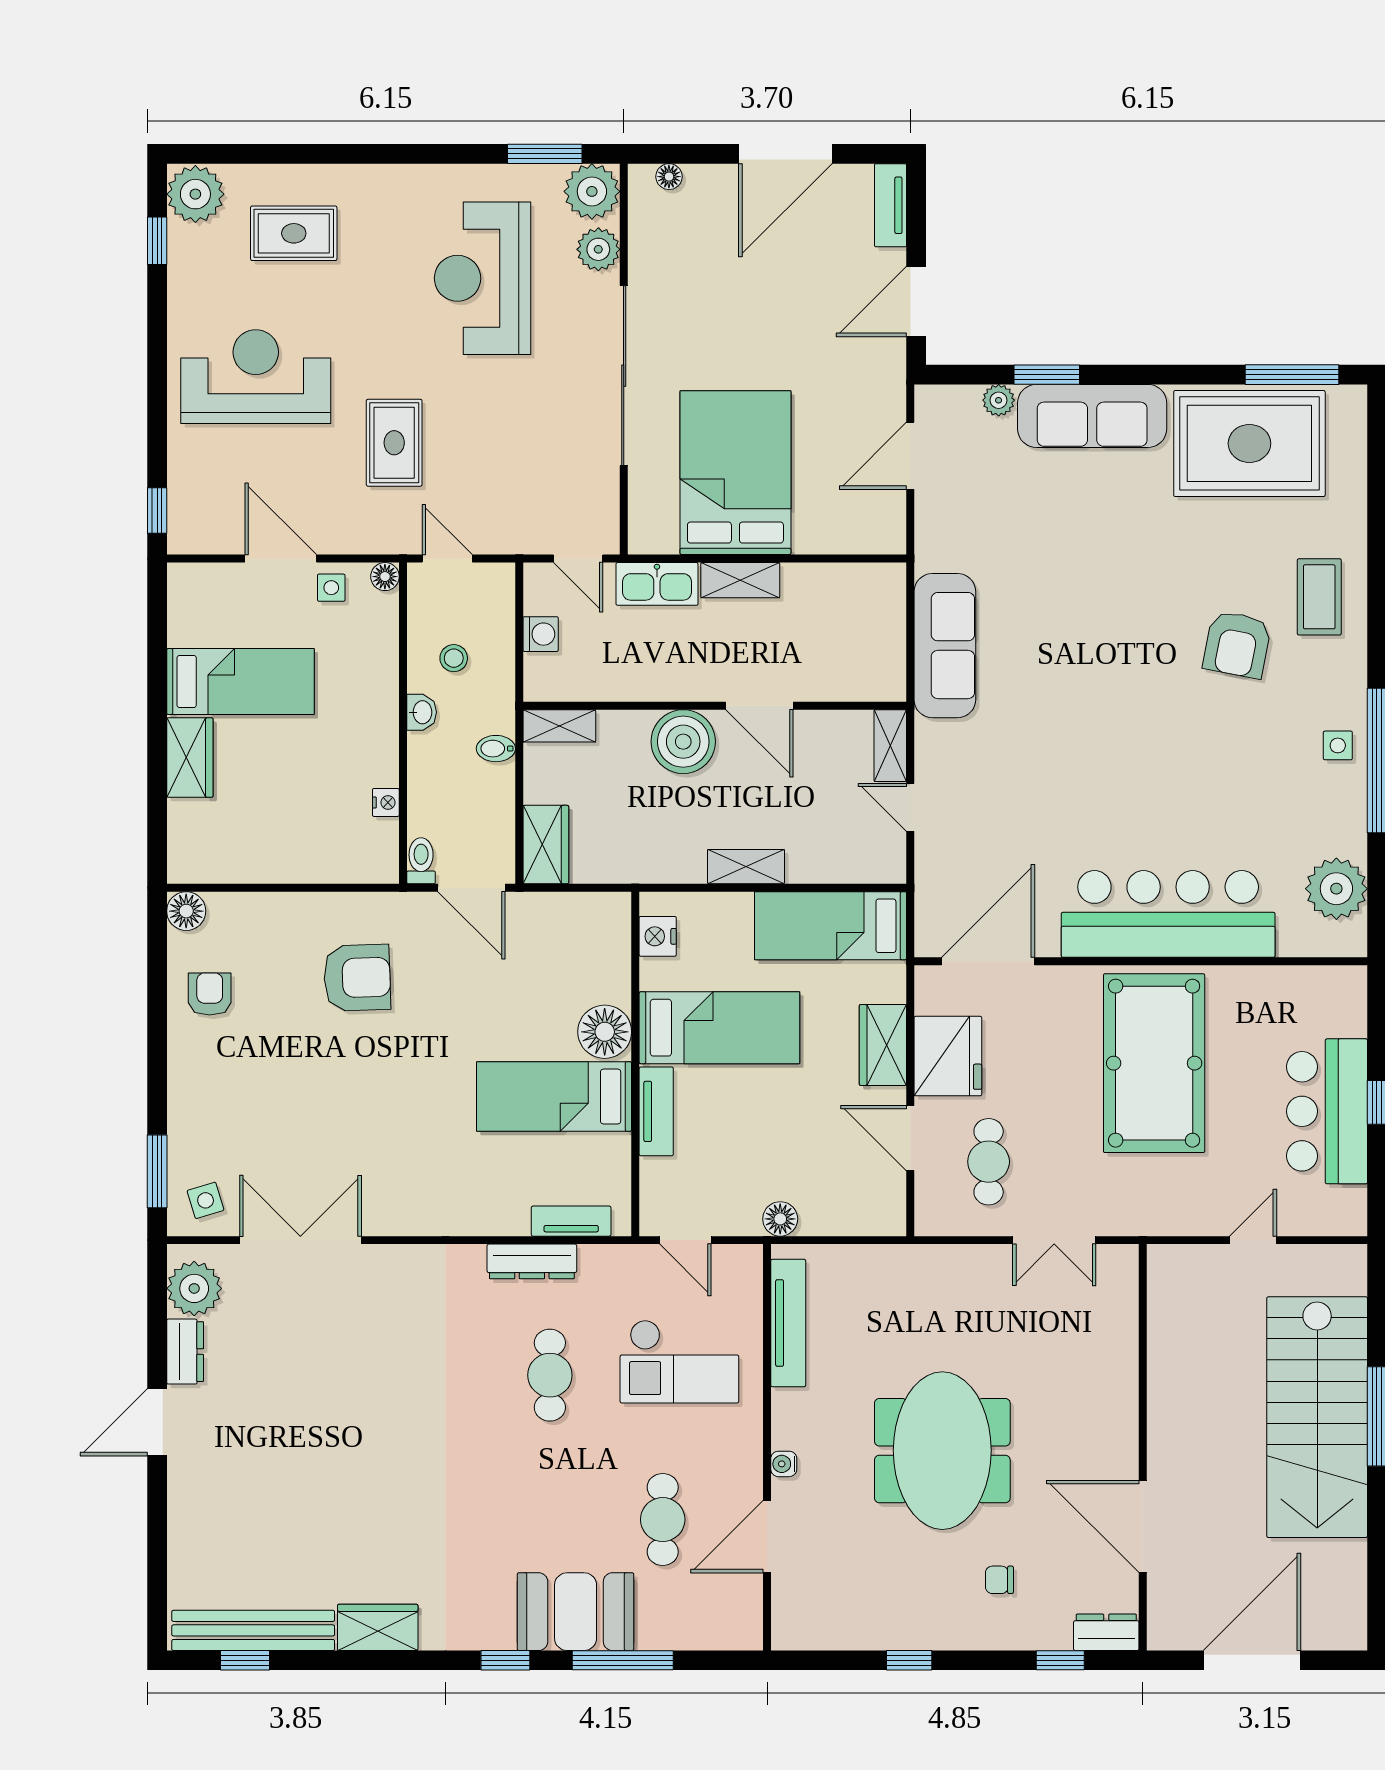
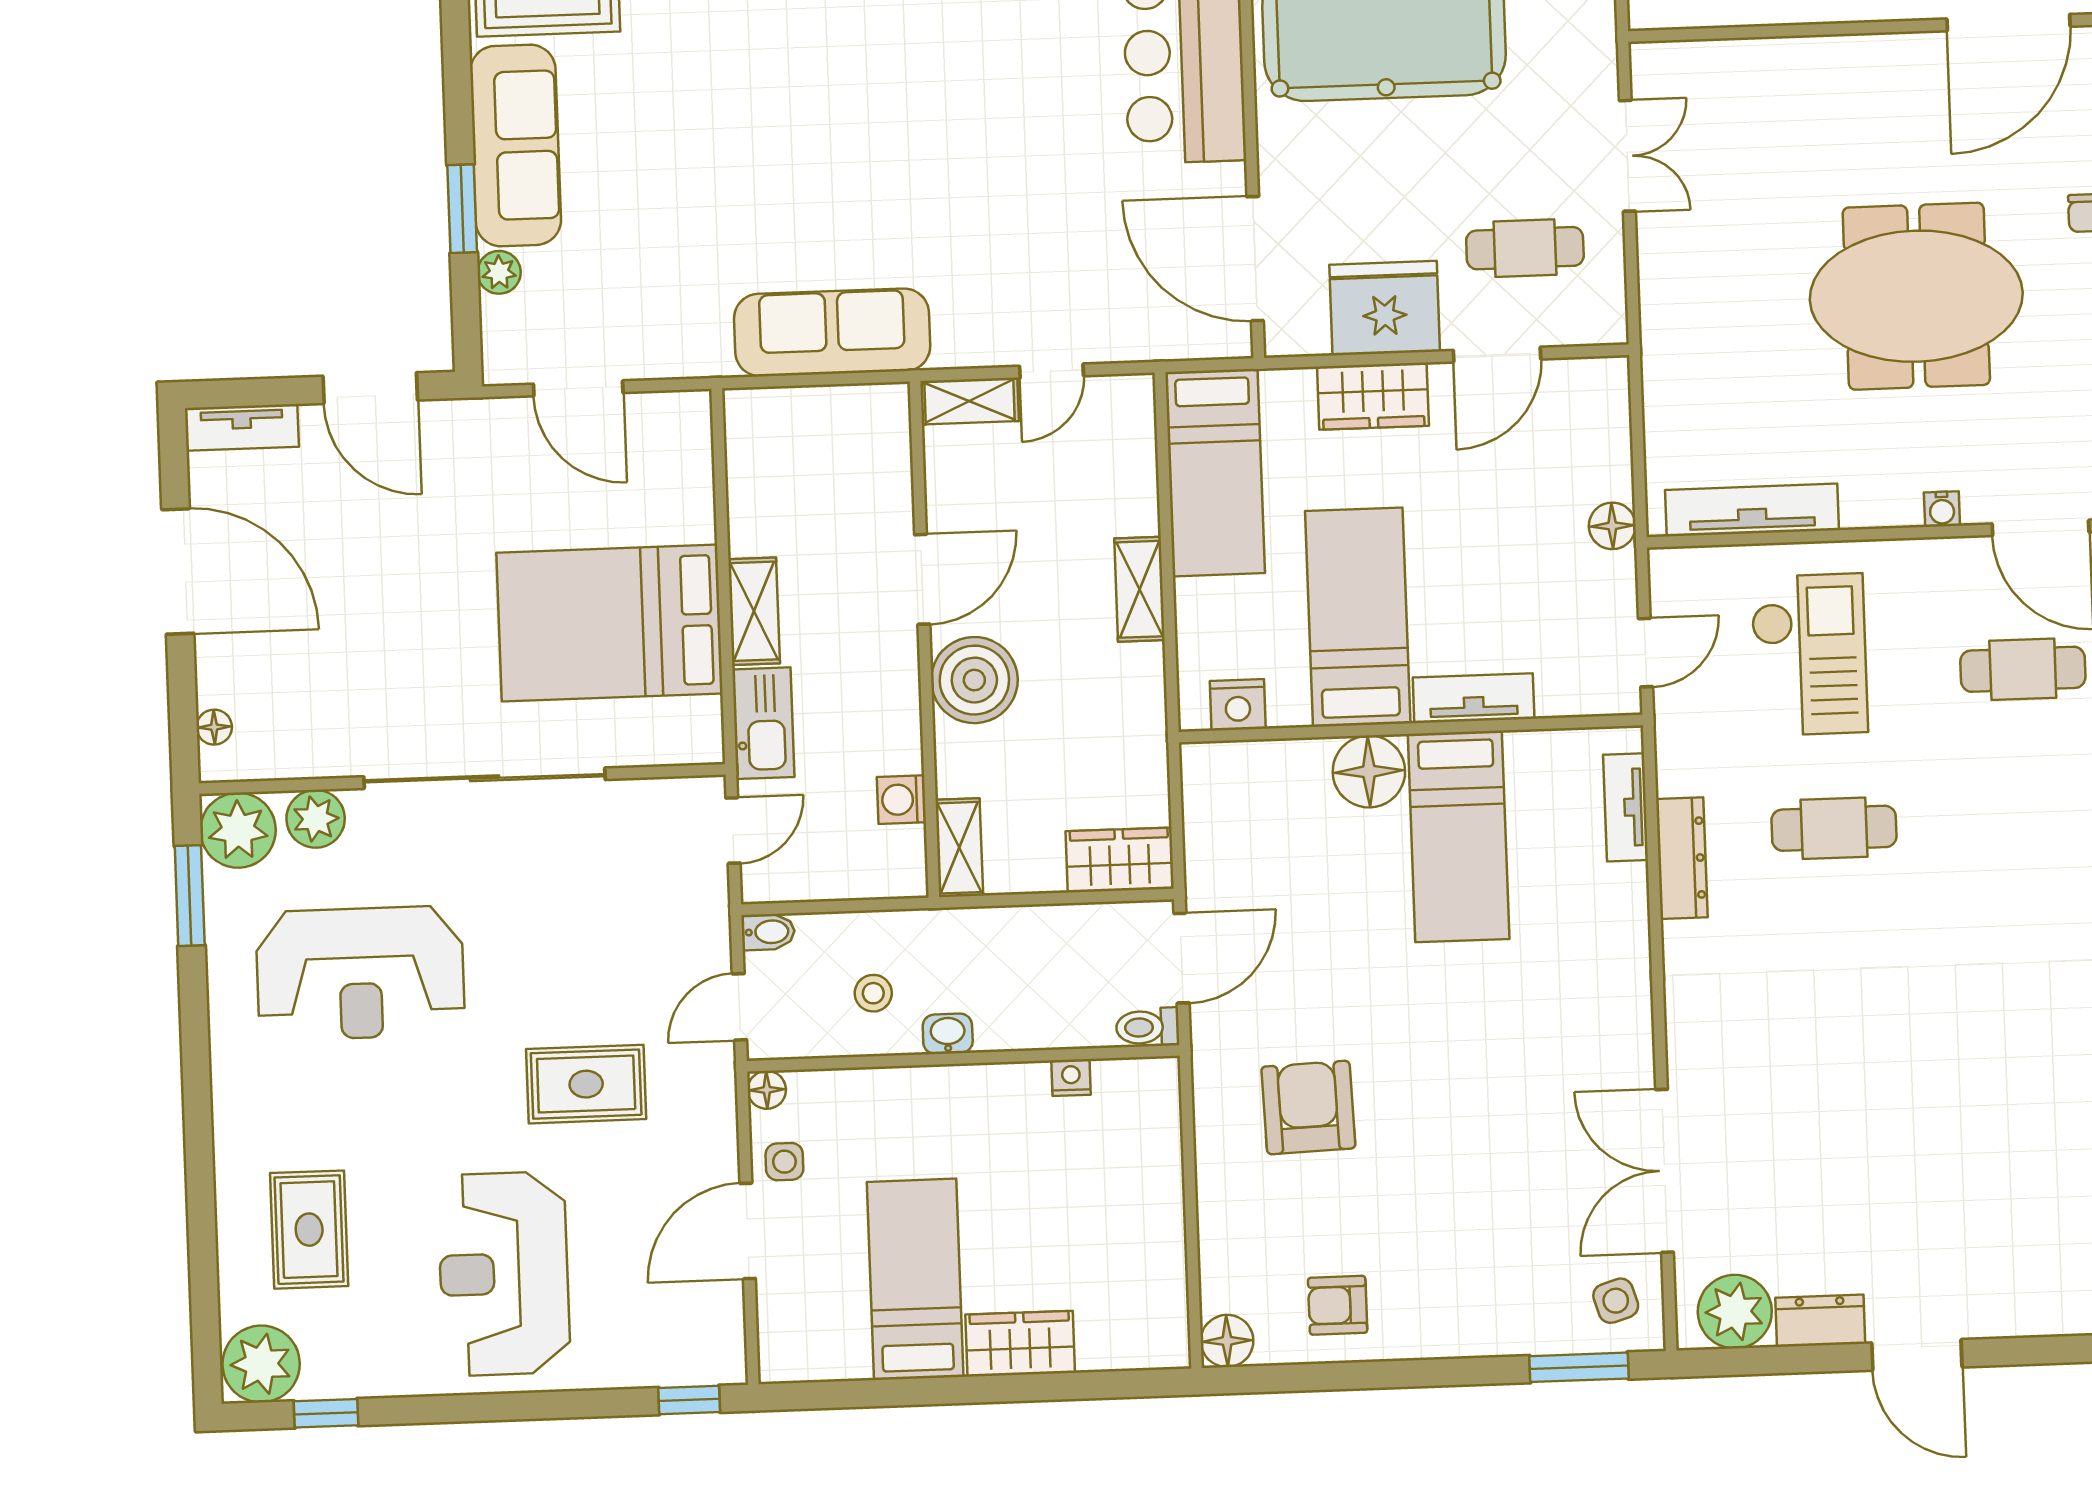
washing machine: (541, 634) -> (901, 800), moved, turned -90
bidet: (496, 749) -> (768, 932), moved, turned -90

